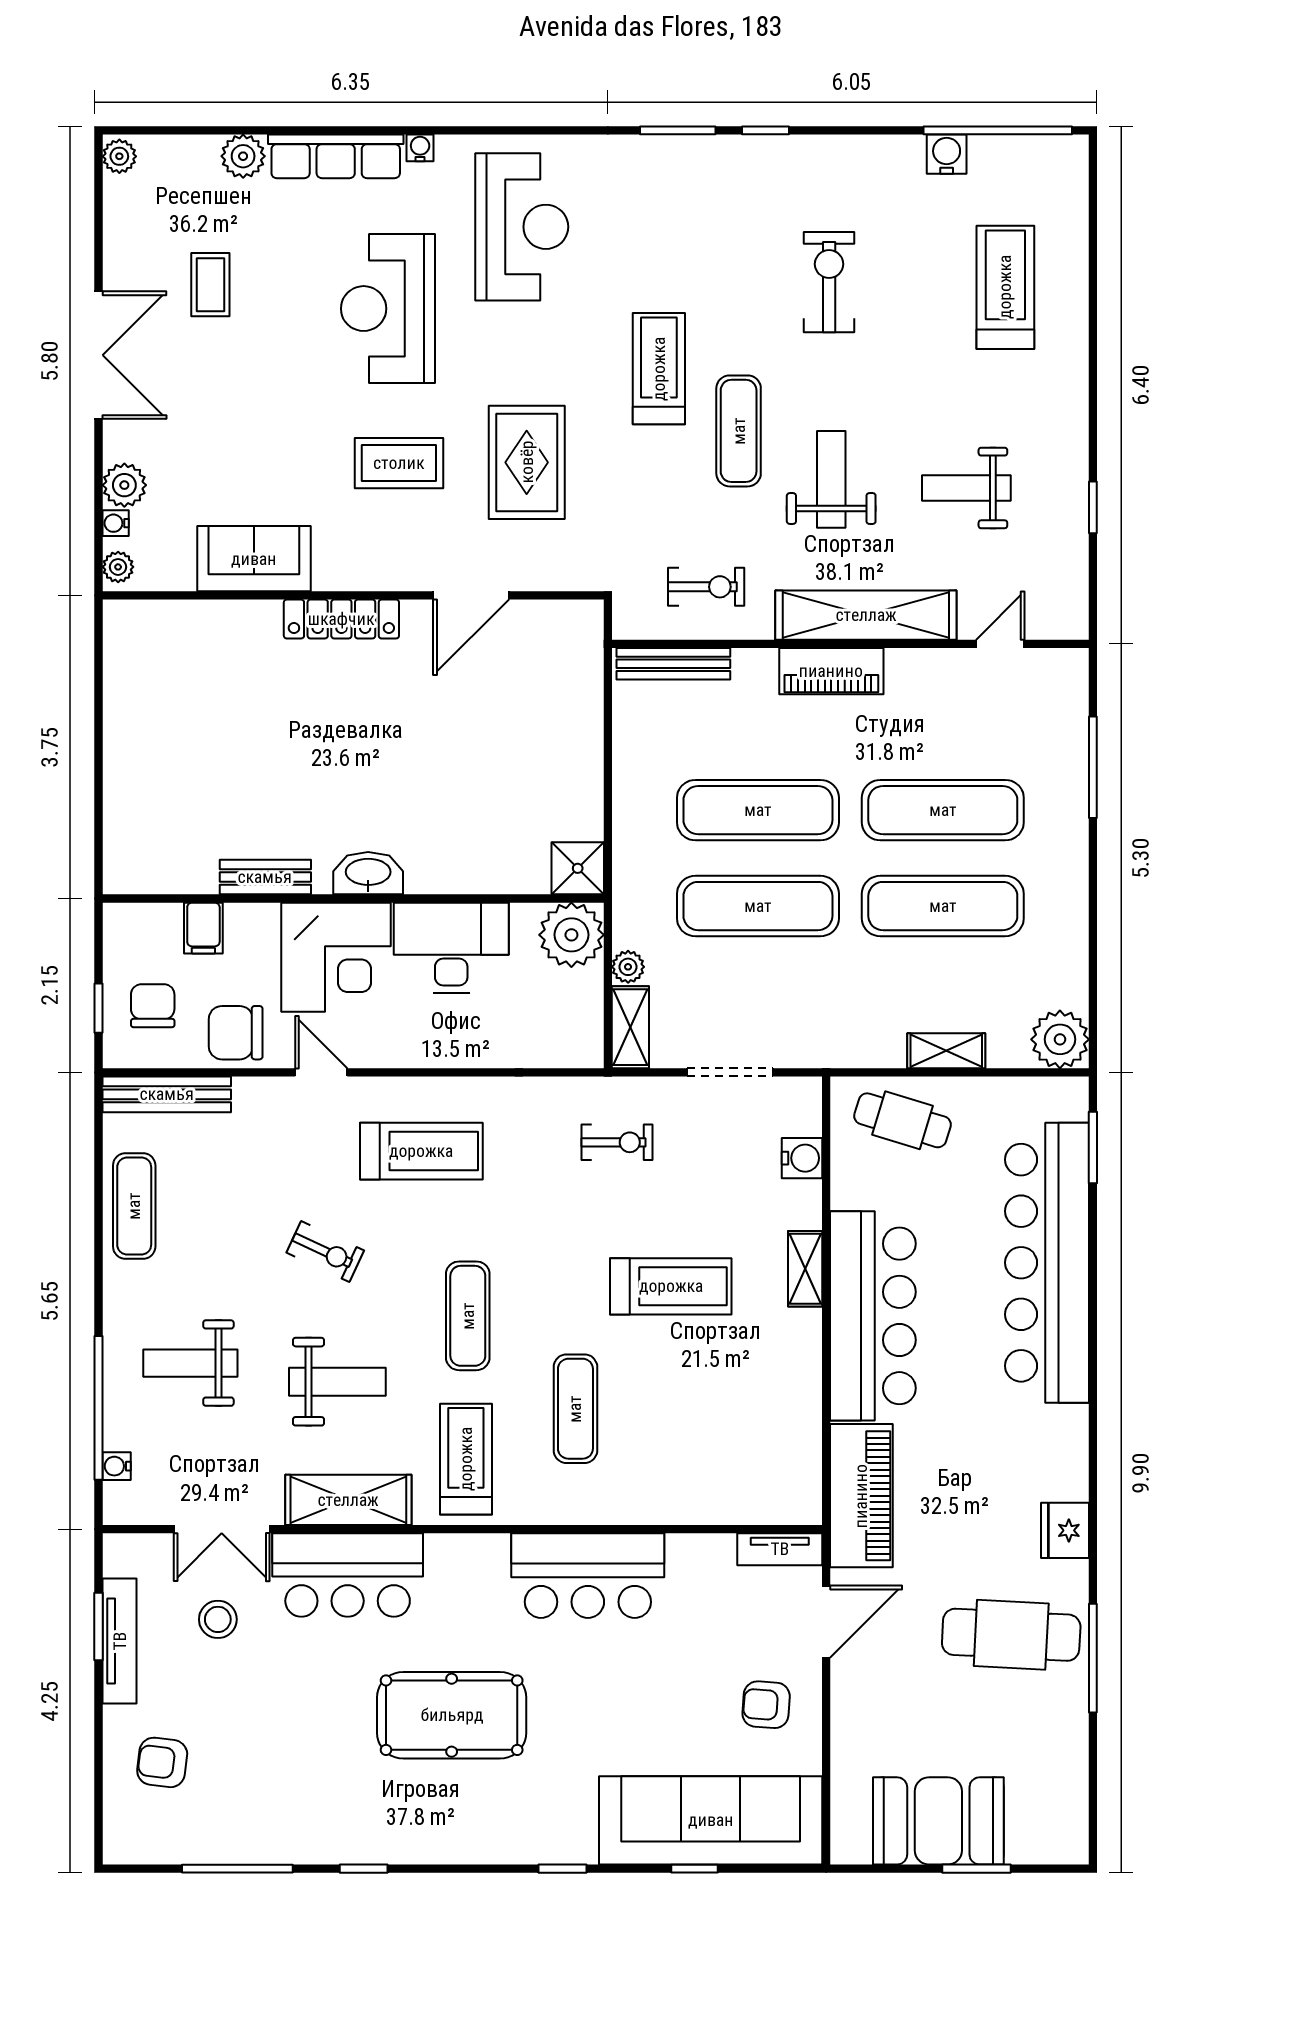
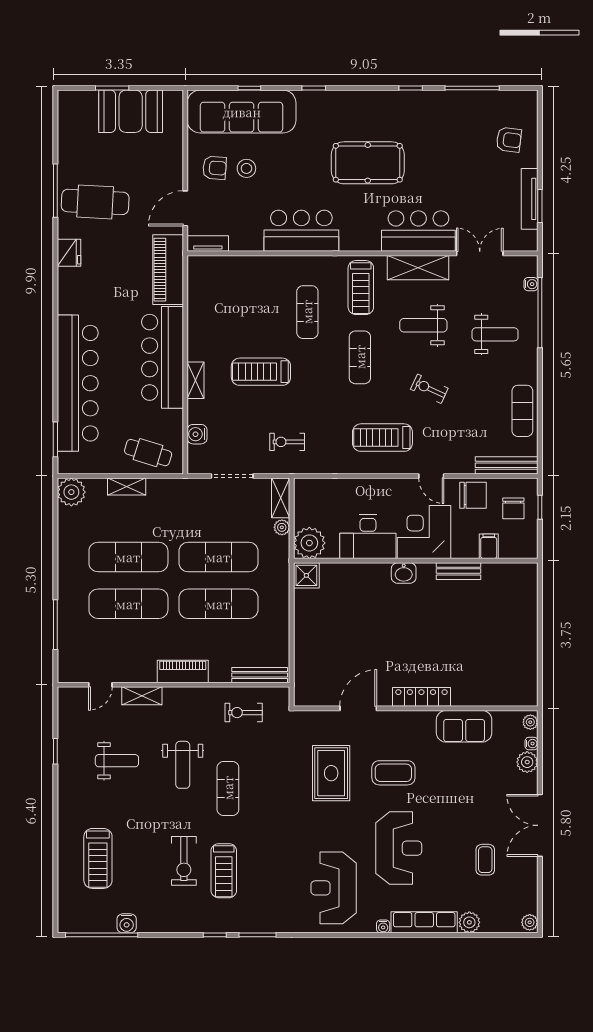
treadmill: (659, 369) -> (224, 871), moved
shelving: (866, 615) -> (142, 696), width x0.45, depth x0.75
washbasin: (368, 873) -> (404, 573), width x0.72
stool: (218, 1619) -> (246, 168), moved

